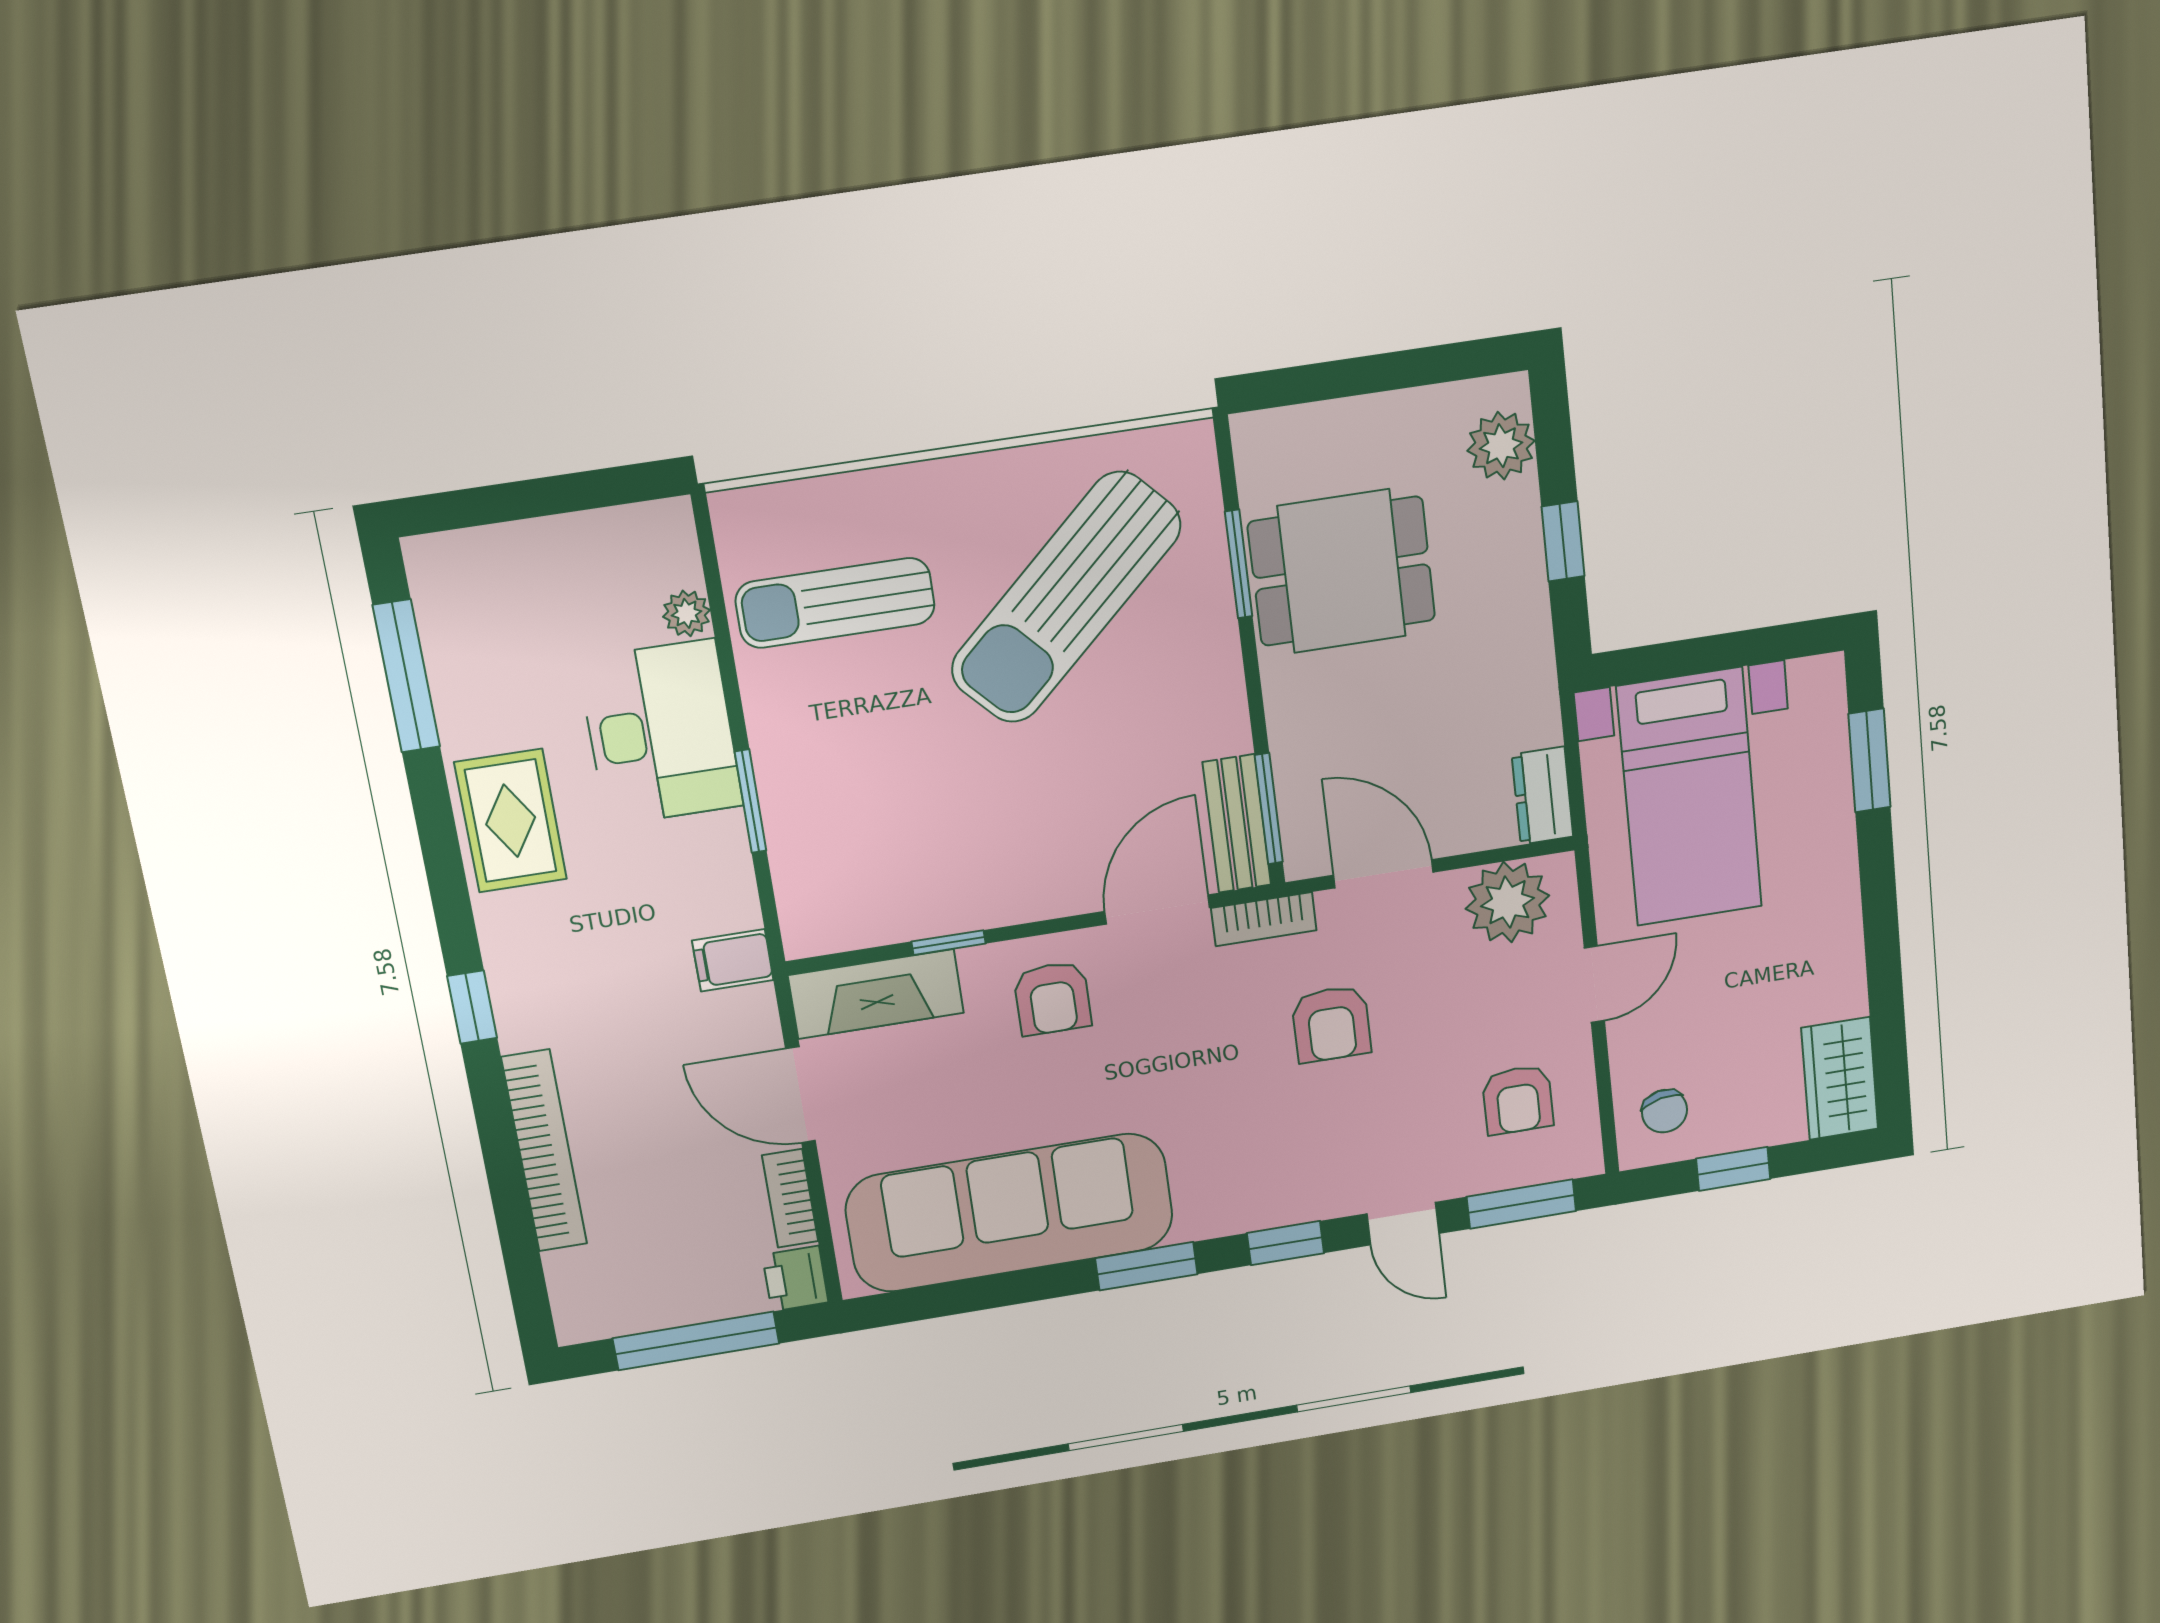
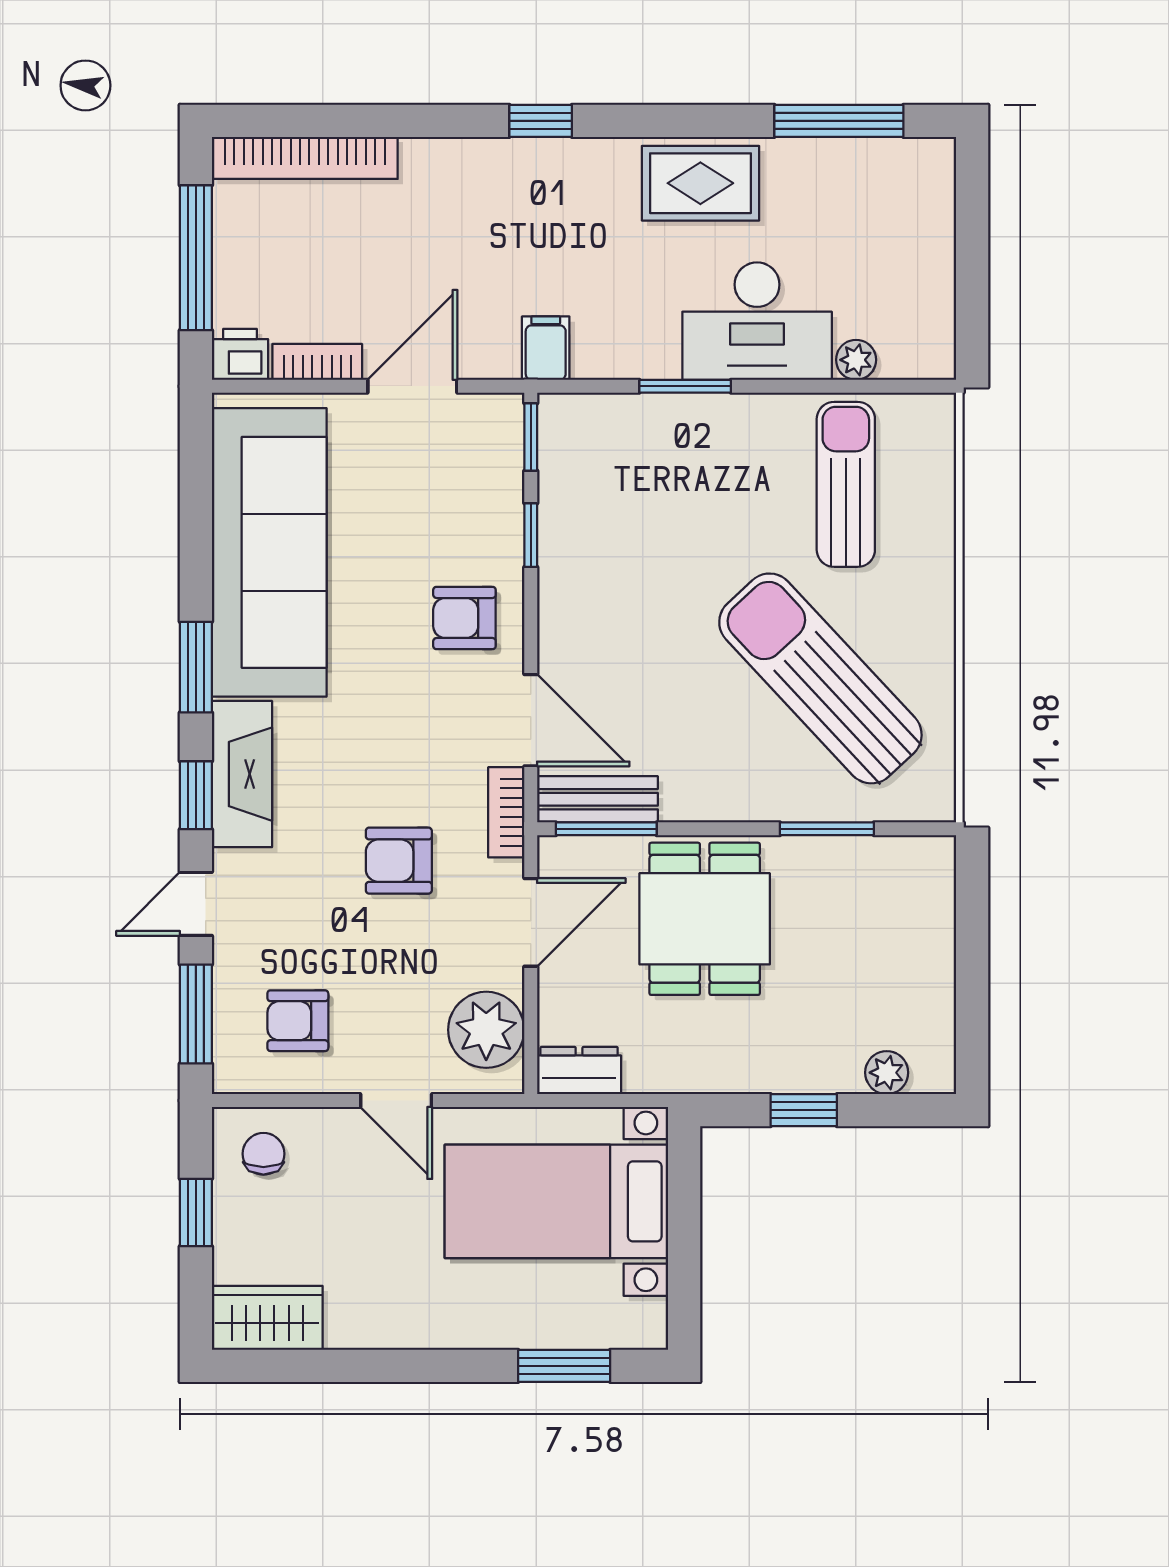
plant: (1501, 446) -> (887, 1073), width x0.73, depth x0.73
dining table: (1342, 571) -> (705, 919), moved
window: (837, 960) -> (531, 437), added
fireplace: (876, 994) -> (242, 774), moved, turned 180
chair: (1665, 1111) -> (263, 1154), turned 102
bookcase: (544, 1151) -> (305, 158), moved

